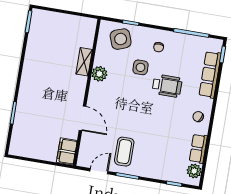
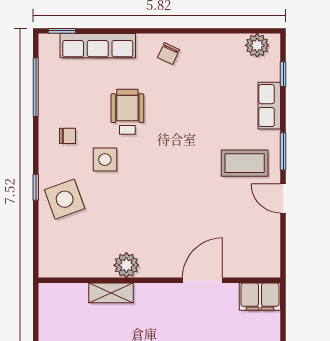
shelving: (84, 62) -> (111, 293), moved
plant: (99, 74) -> (126, 265), moved
wall: (87, 92) -> (159, 280), moved
door: (82, 118) -> (202, 280), moved
row of seats: (198, 149) -> (269, 106), moved, turned 90
filing cabinet: (67, 151) -> (260, 297), moved

